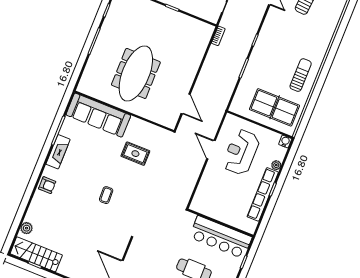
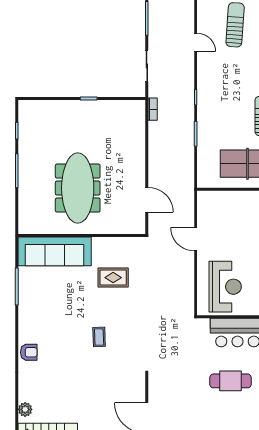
fireplace: (58, 152) -> (26, 310), removed
reception desk: (241, 152) -> (225, 287), moved, turned 180

